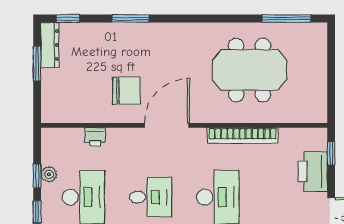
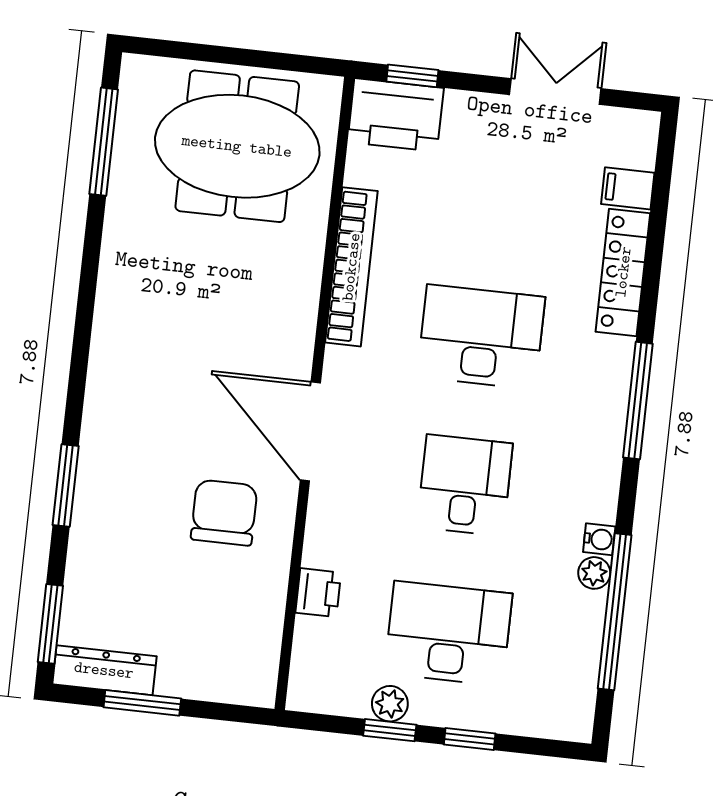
window: (68, 18) -> (50, 624), width x1.50
meeting table: (249, 70) -> (237, 146), moved, turned 90
printer: (313, 172) -> (396, 115), moved

